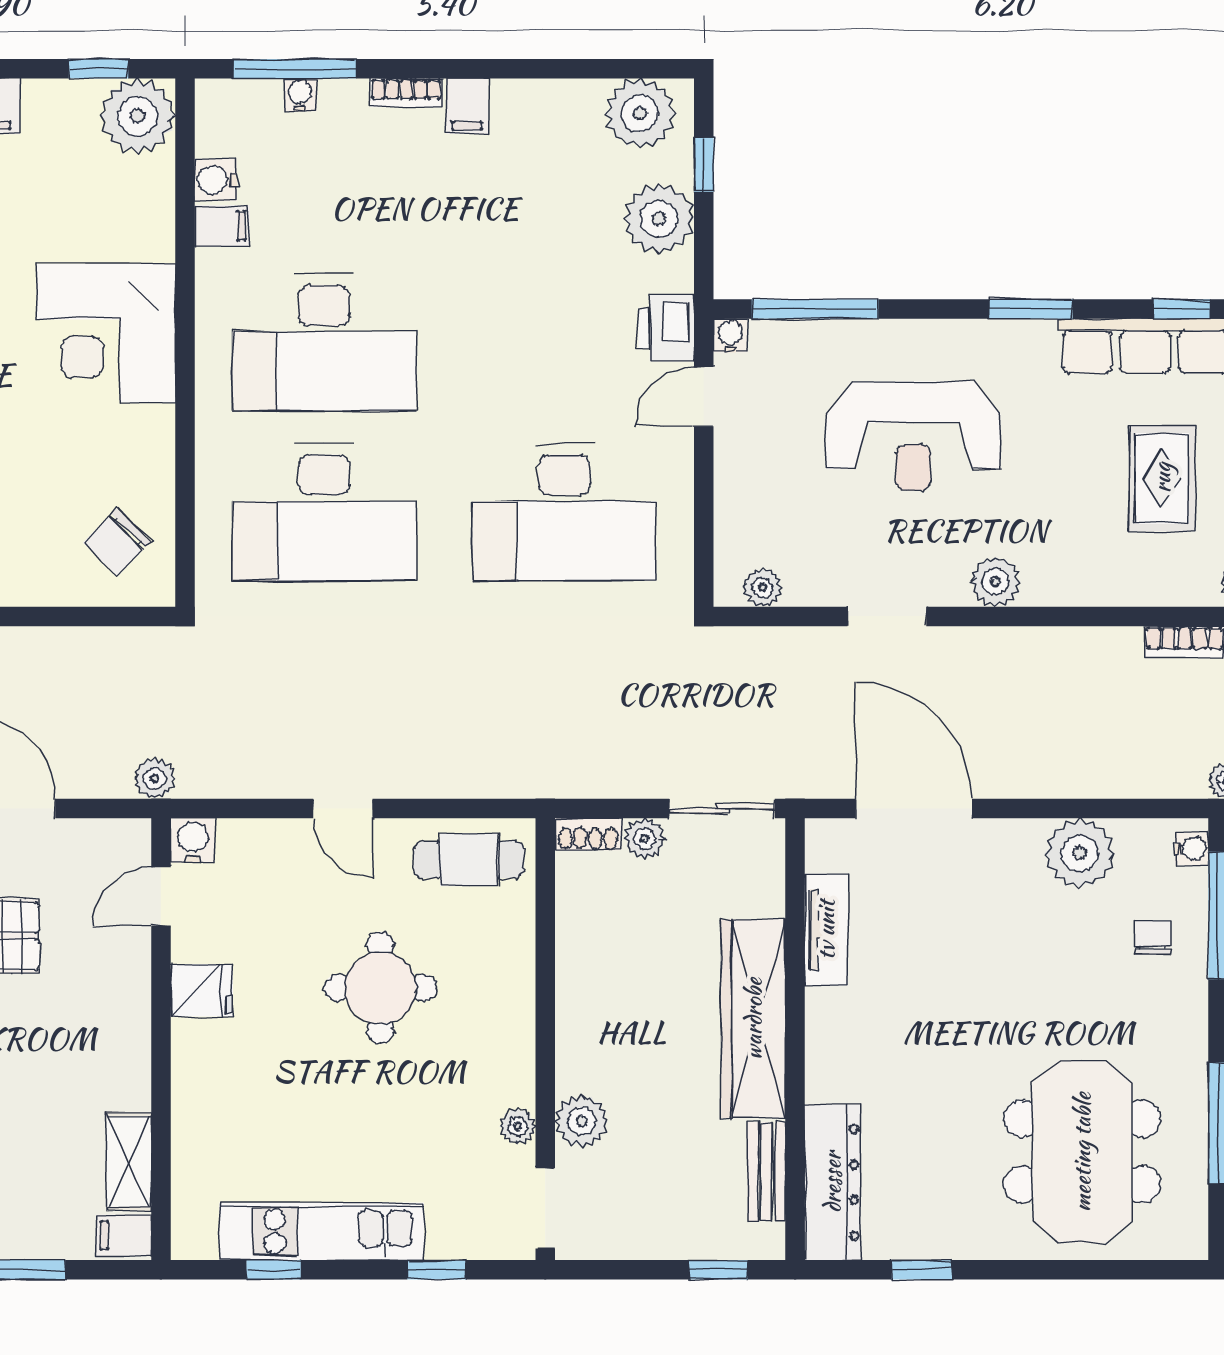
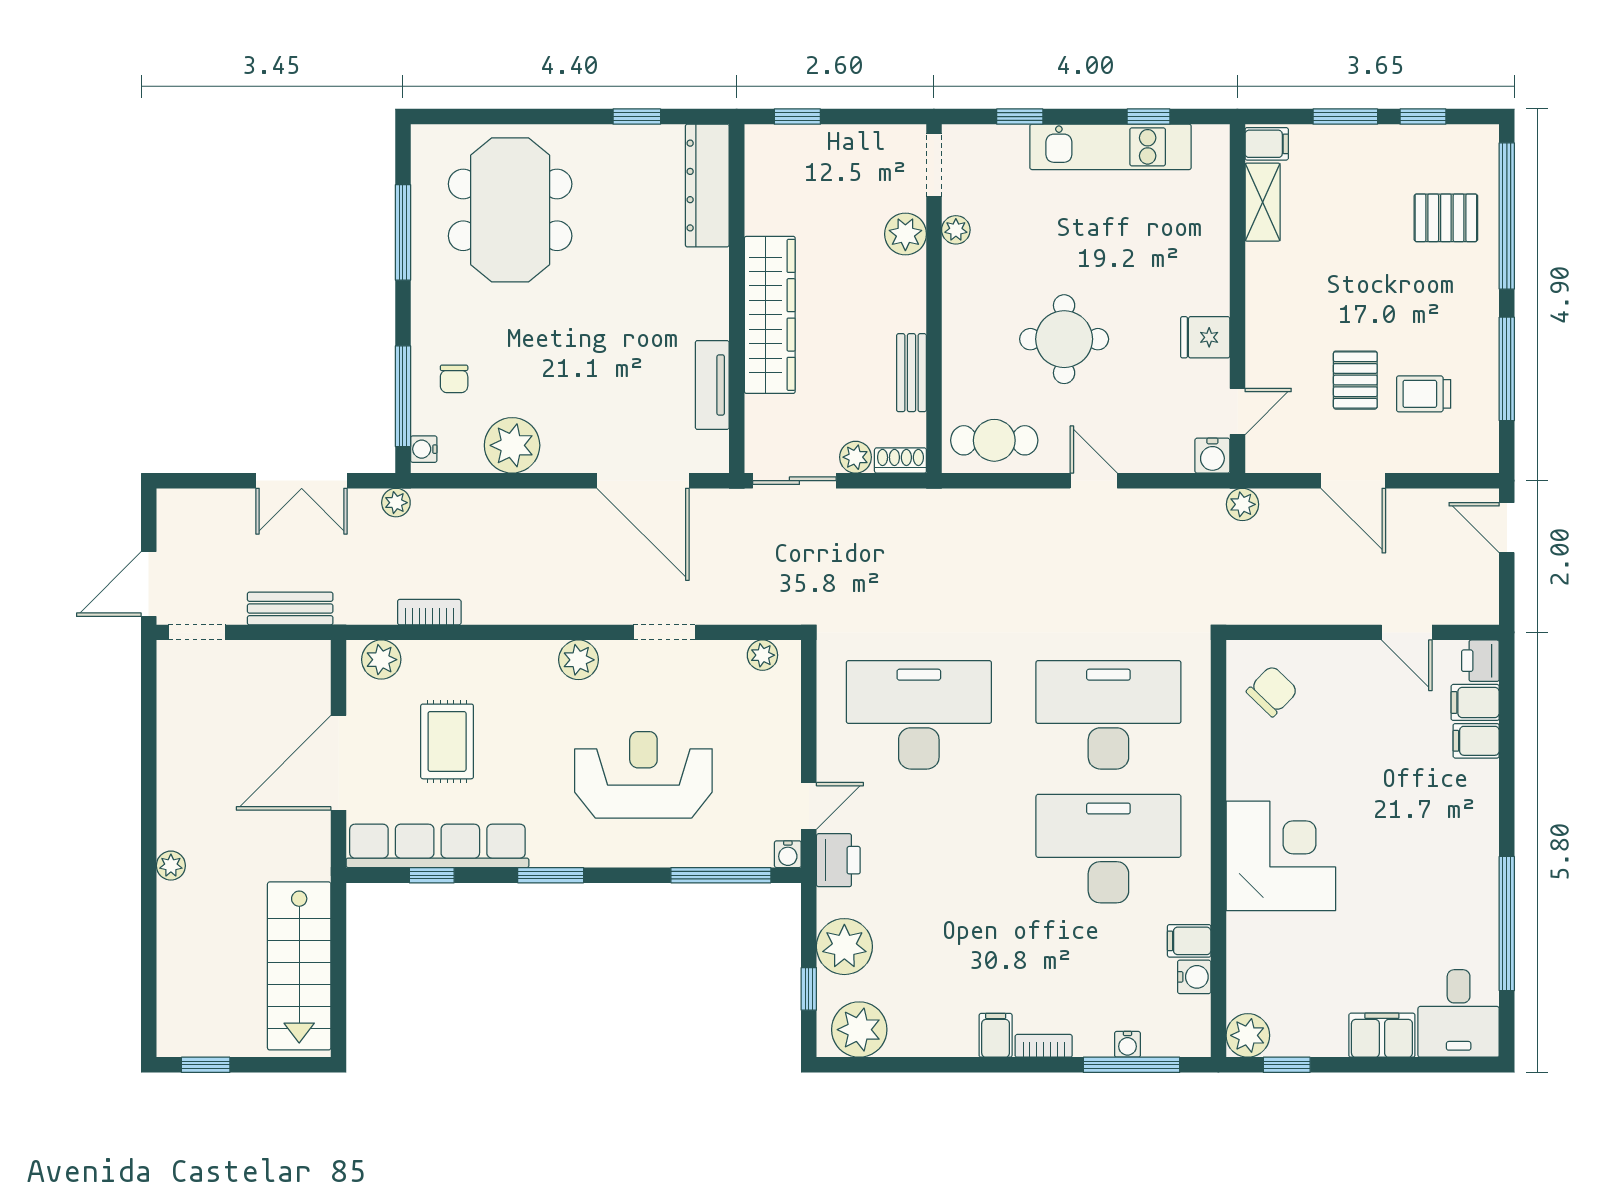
plant: (138, 116) -> (1248, 1035), width x0.73, depth x0.73
bench: (767, 1171) -> (911, 373), moved

